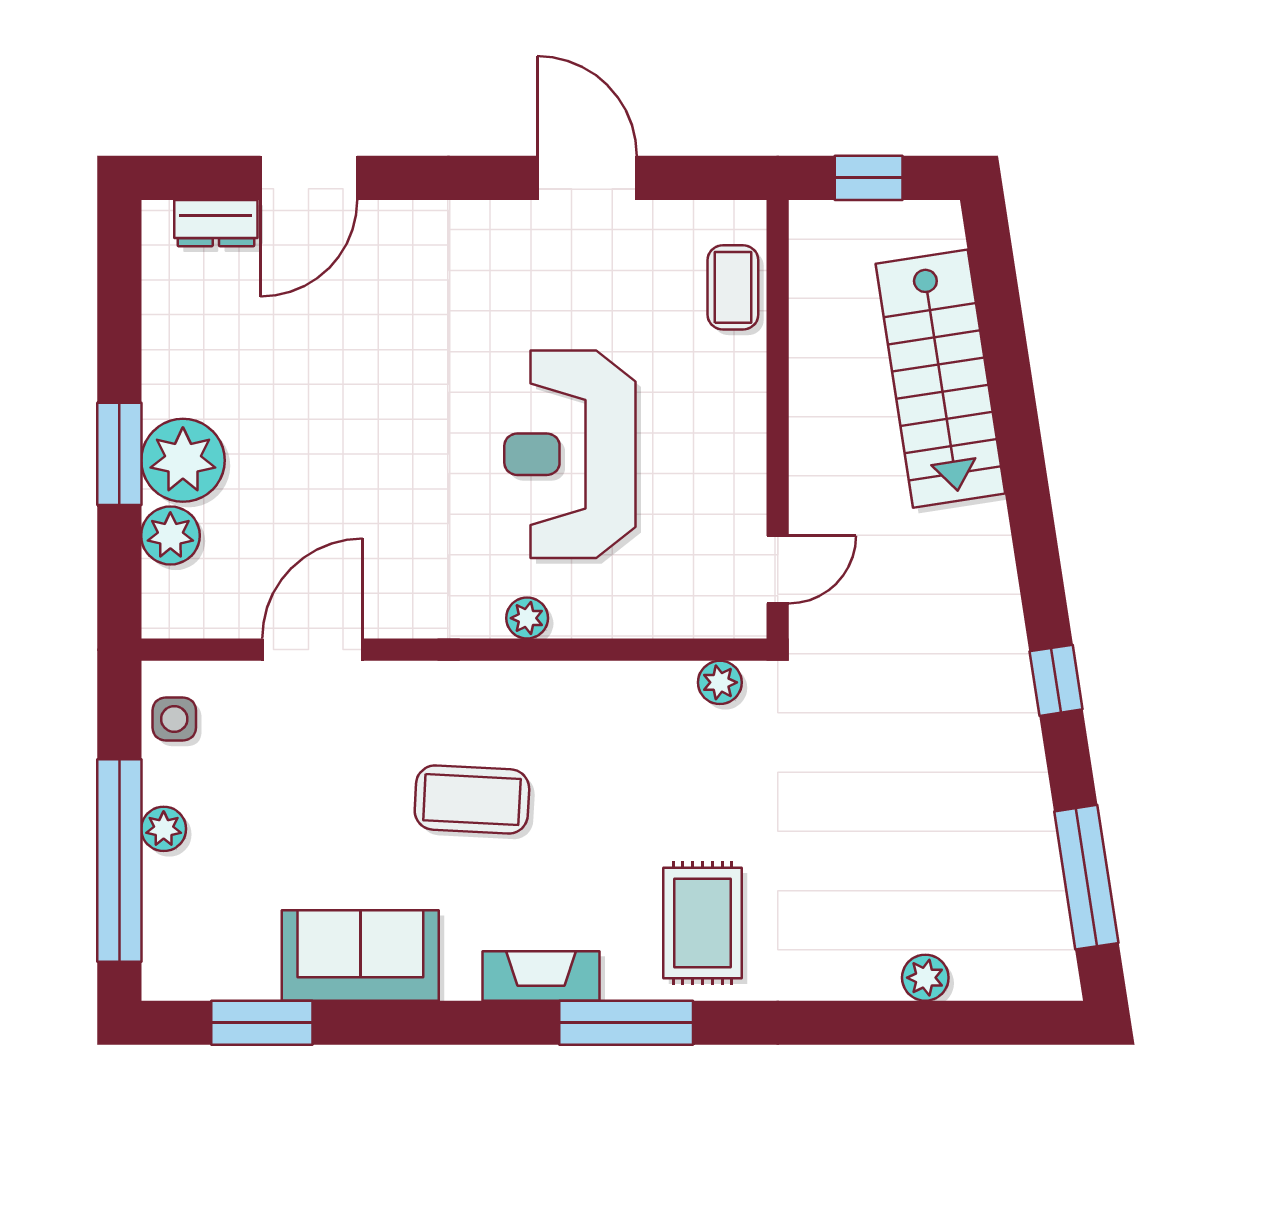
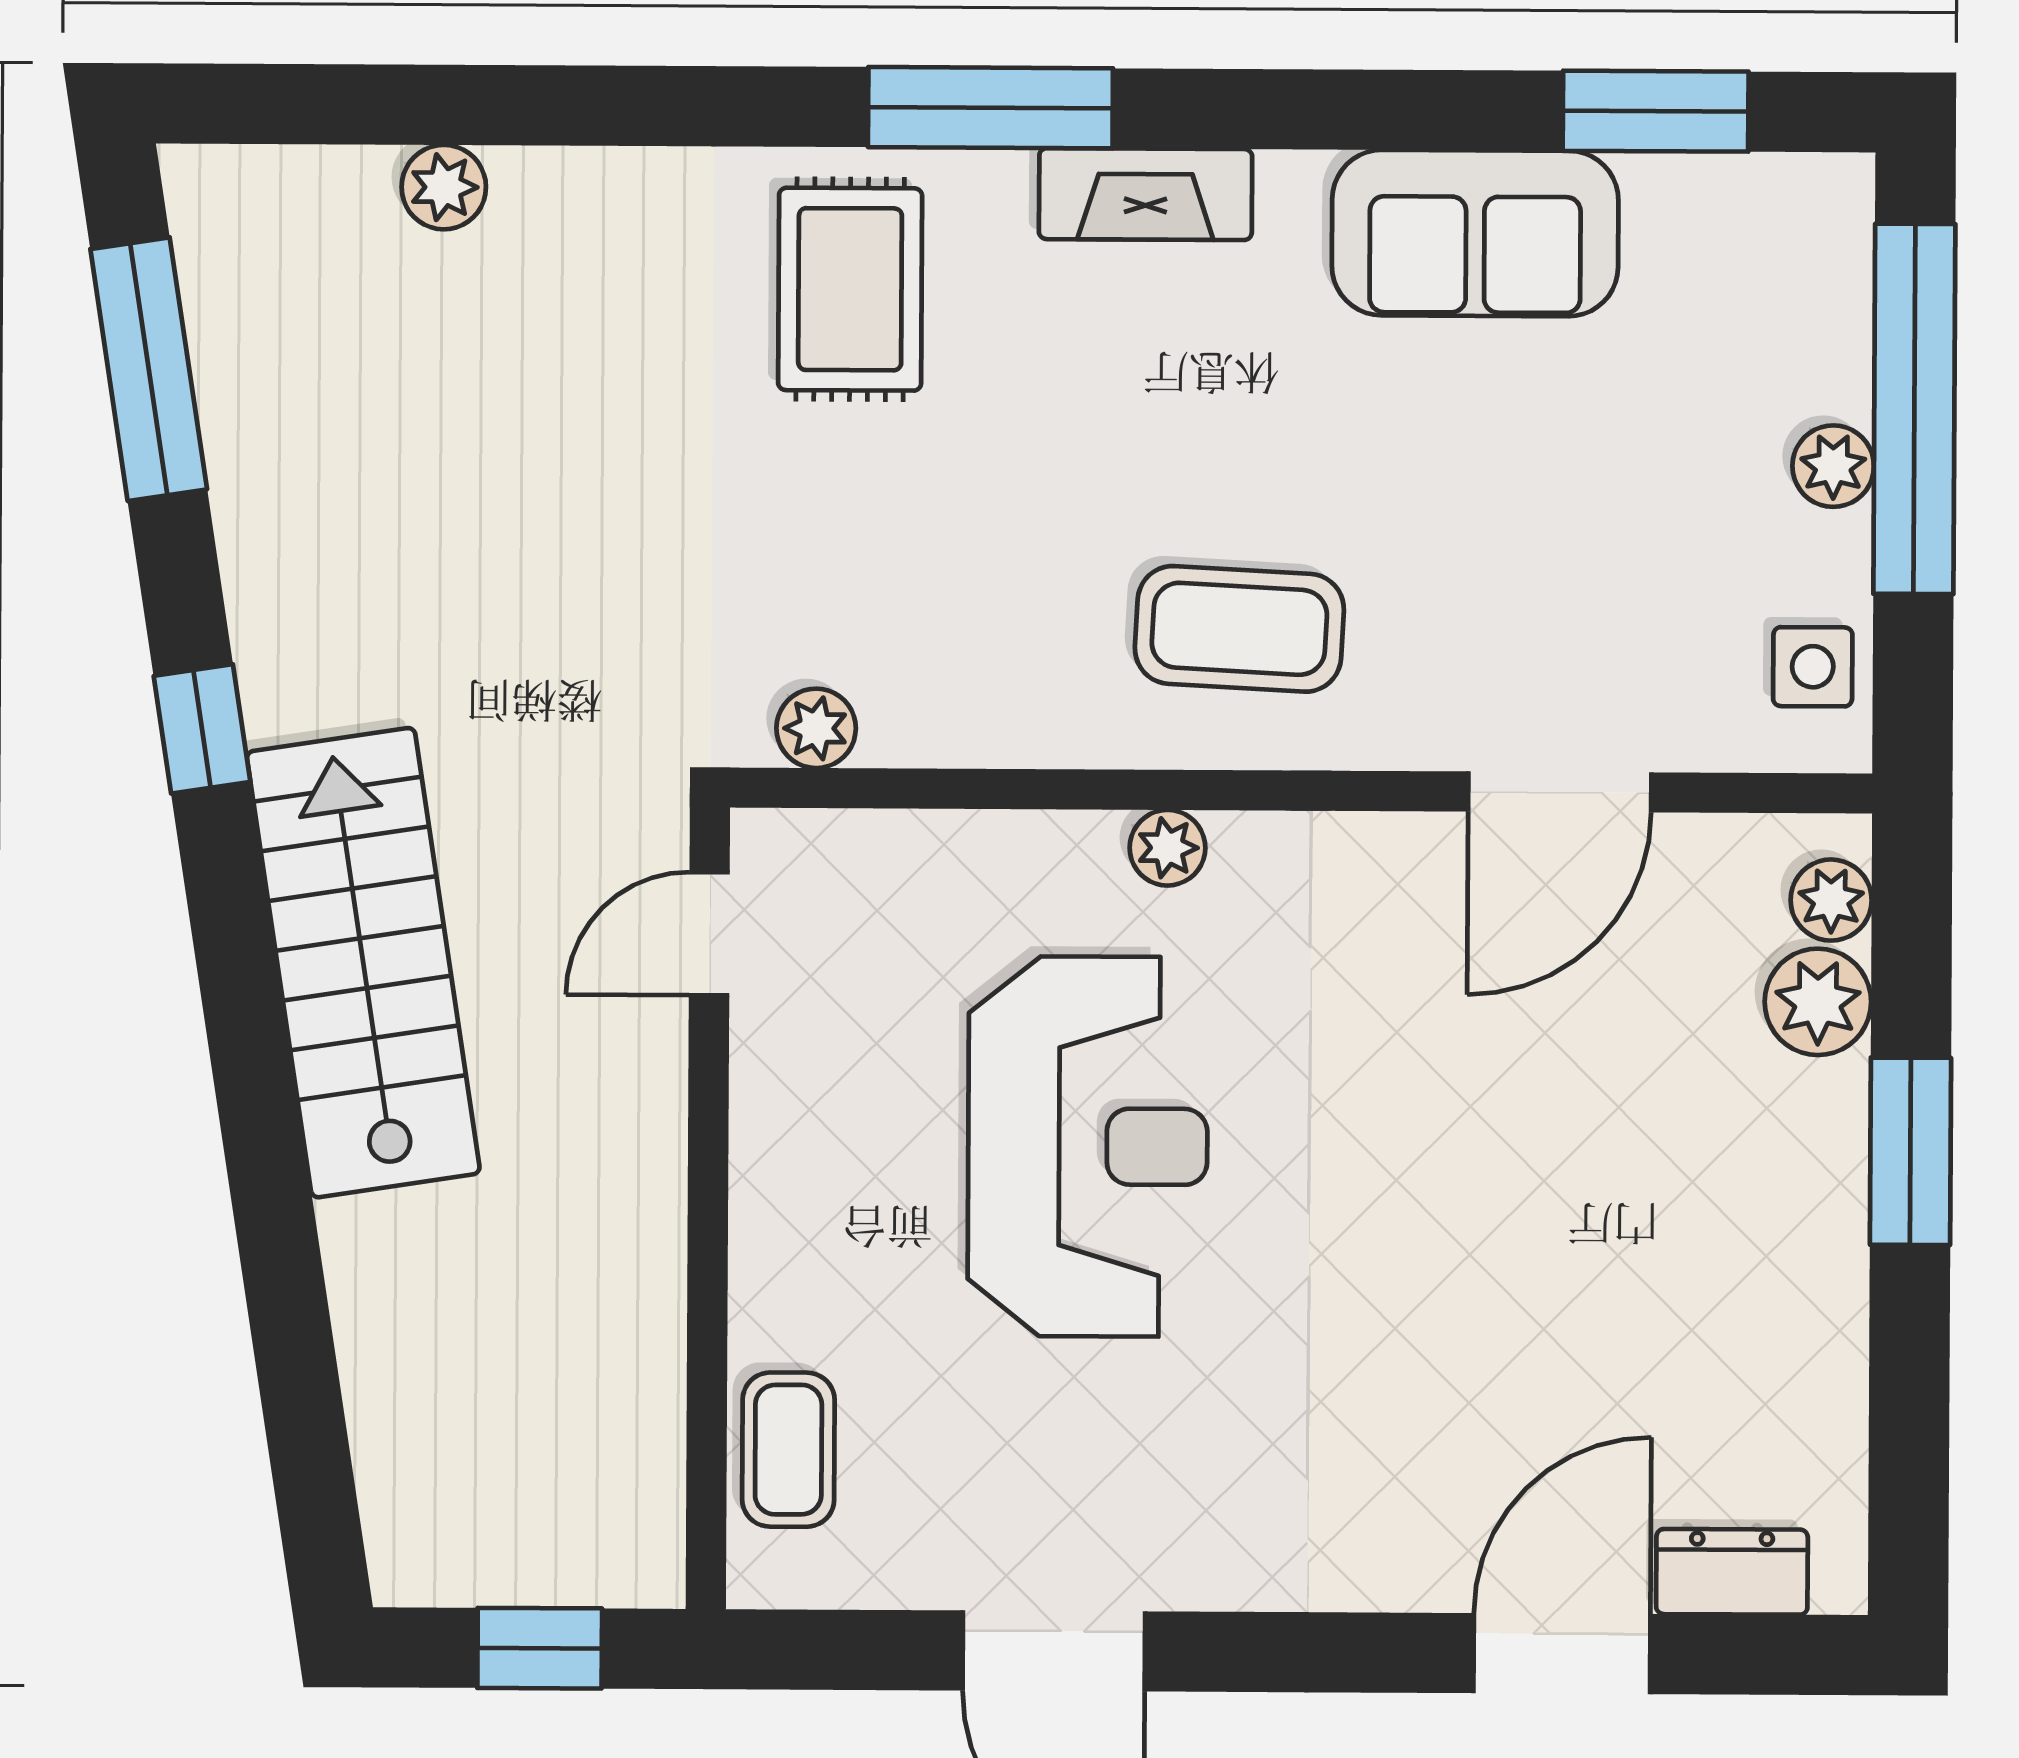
stairs: (940, 379) -> (363, 963), moved
plant: (183, 460) -> (1831, 900), moved, width x0.53, depth x0.53
coffee table: (472, 800) -> (1239, 629), moved

